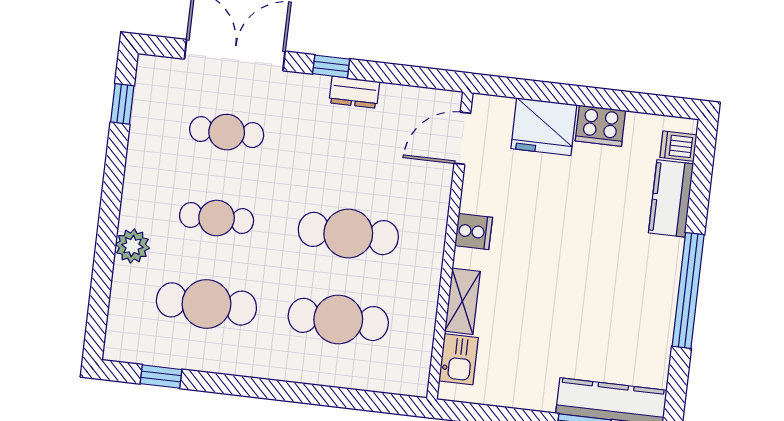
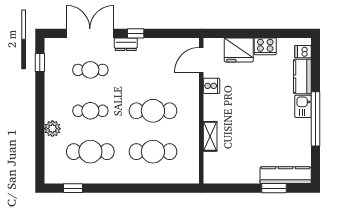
dresser: (354, 92) -> (126, 44), moved
cooker: (474, 232) -> (212, 86), moved
kitchen sink: (459, 359) -> (303, 106), moved, turned 180

